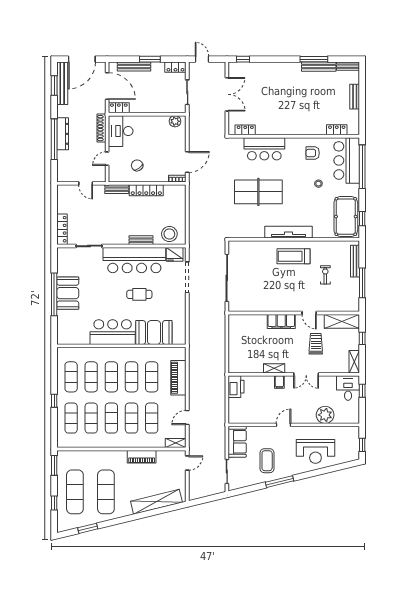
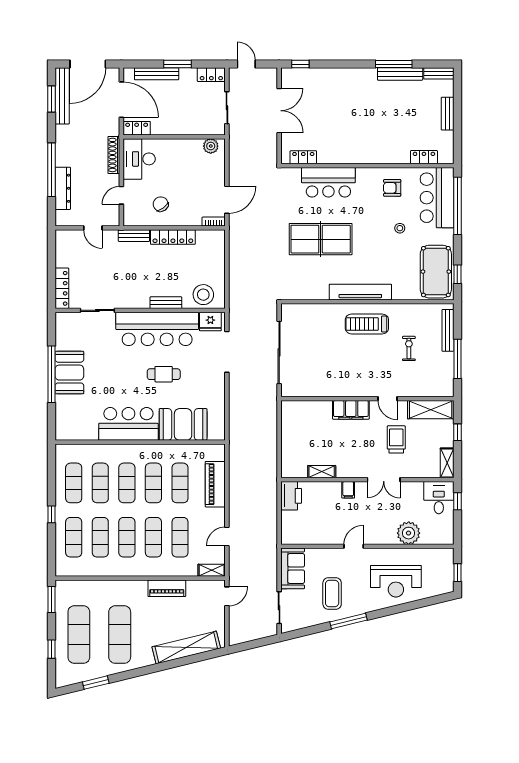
dresser: (63, 134) -> (63, 188), moved
shelving: (274, 368) -> (322, 472), moved

